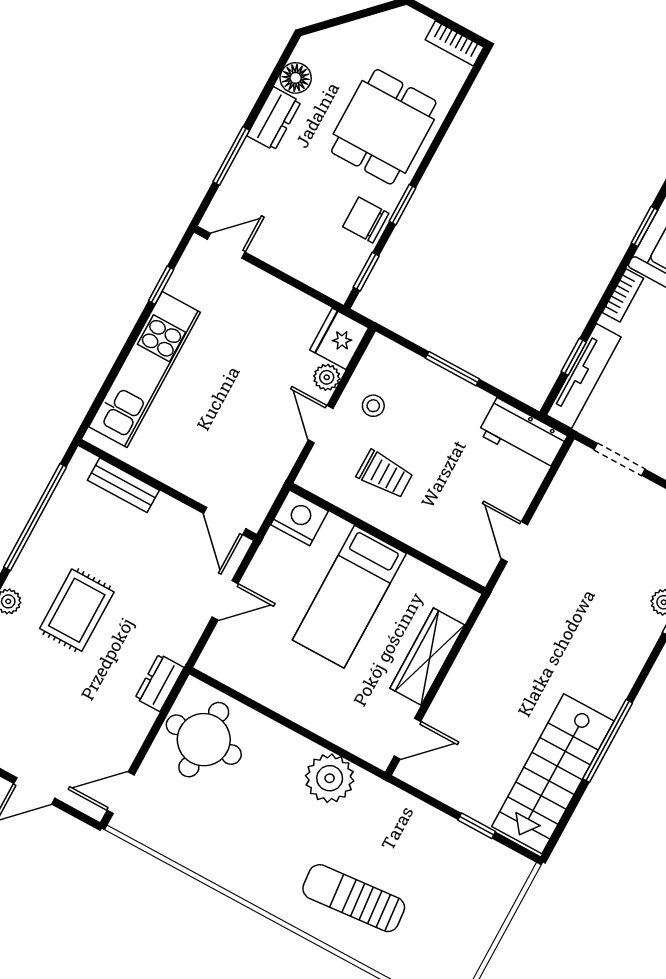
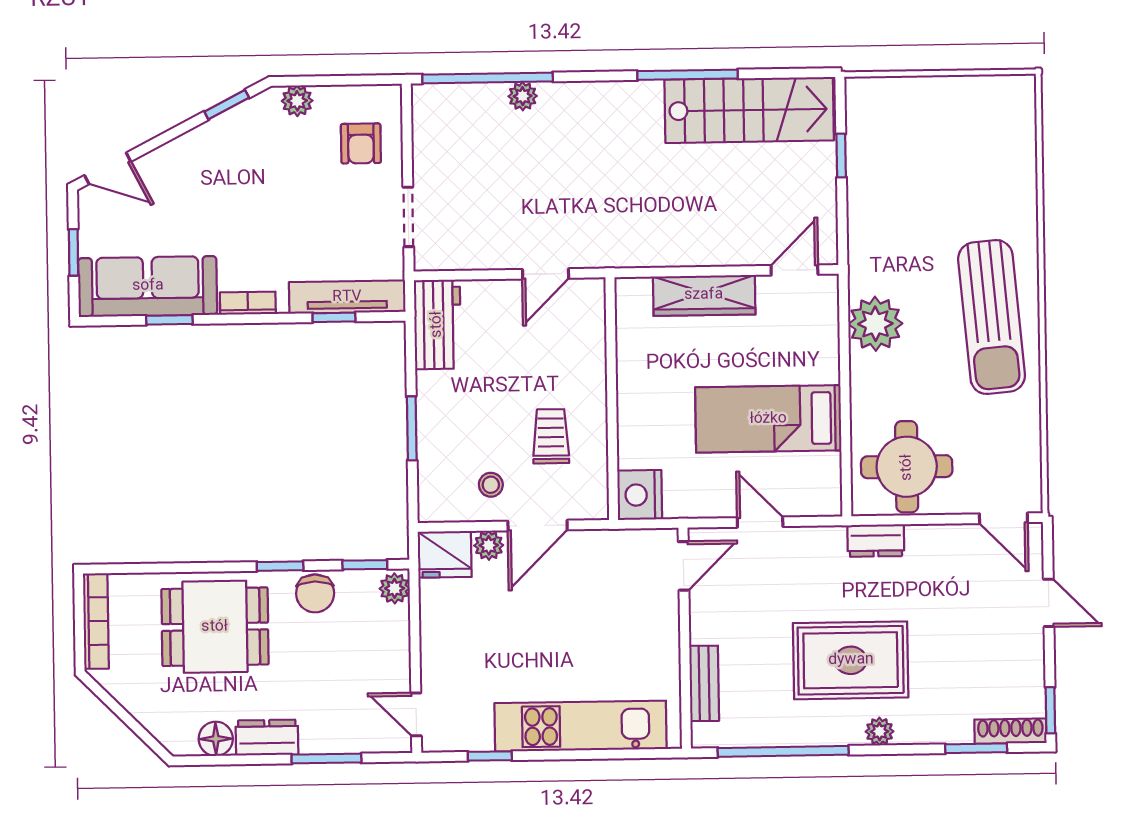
bookcase: (454, 43) -> (96, 621), width x1.56
plant: (335, 285) -> (395, 588), added
door: (321, 424) -> (538, 526), width x1.38
bed: (349, 597) -> (768, 419), moved, turned 180
rug: (77, 610) -> (851, 660), width x1.36, depth x1.43
door: (407, 739) -> (794, 270), hinge flipped
sun lounger: (354, 898) -> (992, 317), moved, width x1.36, depth x1.34

